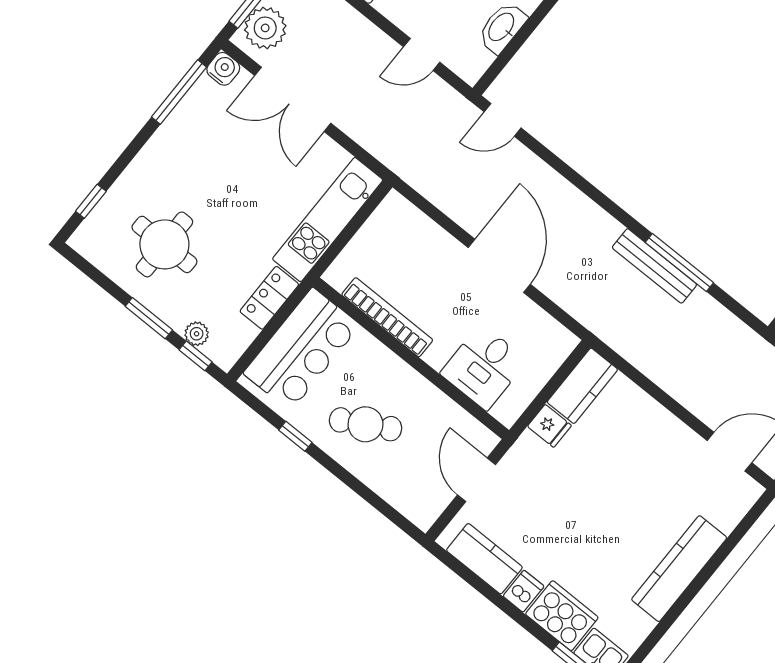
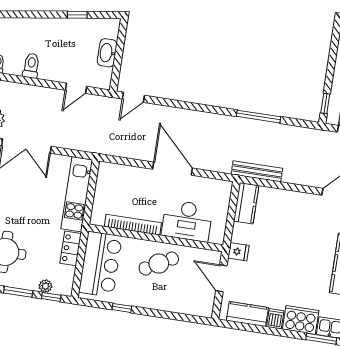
bench: (654, 266) -> (257, 171), moved
desk: (484, 367) -> (187, 221), width x1.37
cafe table: (366, 424) -> (159, 264), moved
fridge: (549, 426) -> (238, 252), moved

